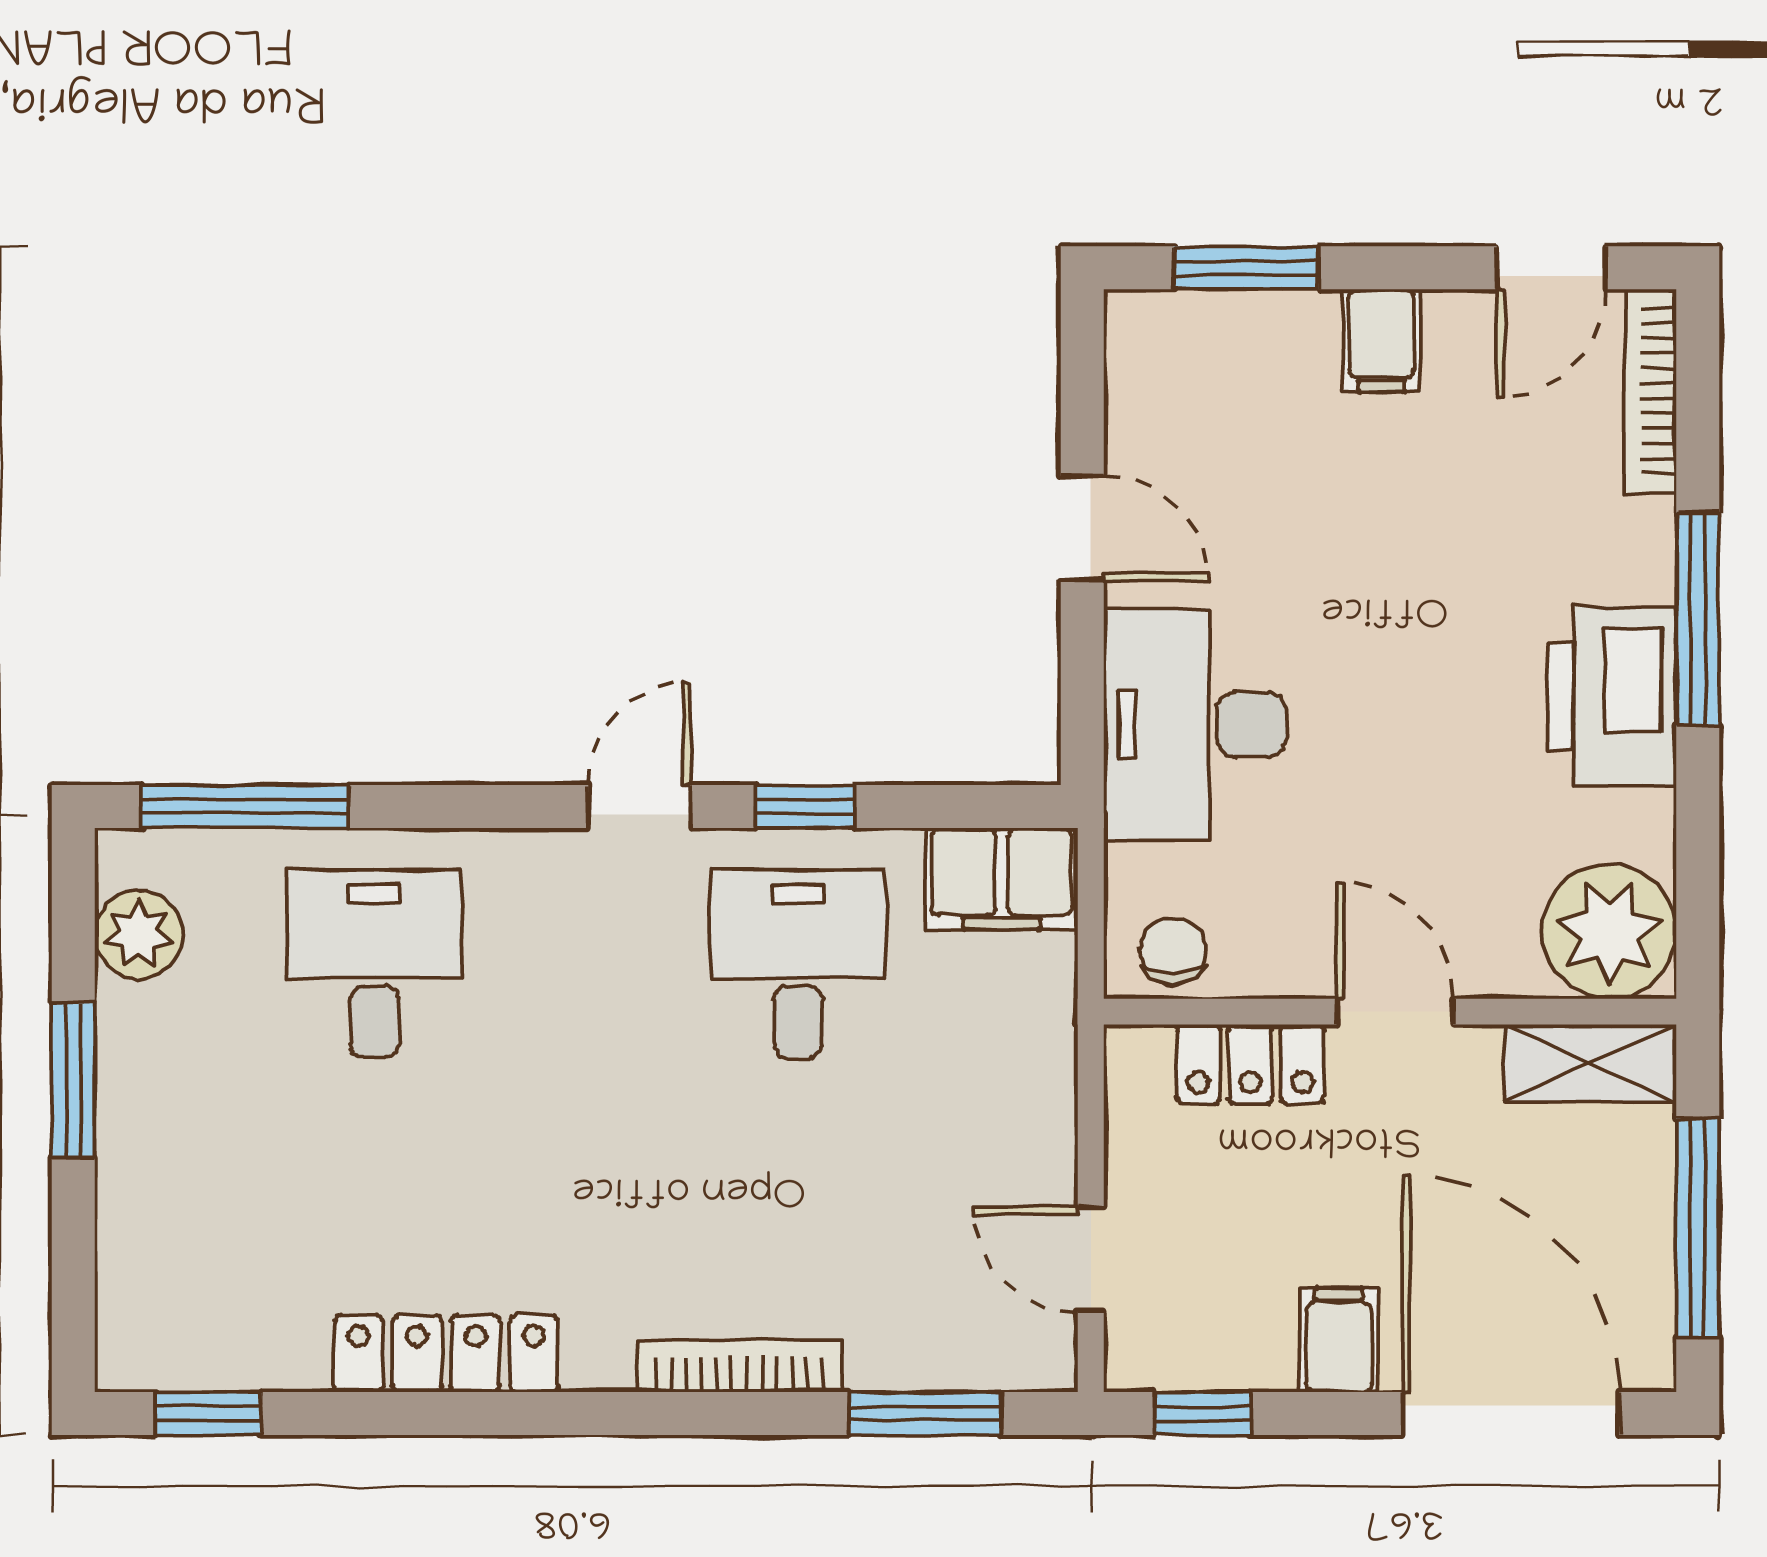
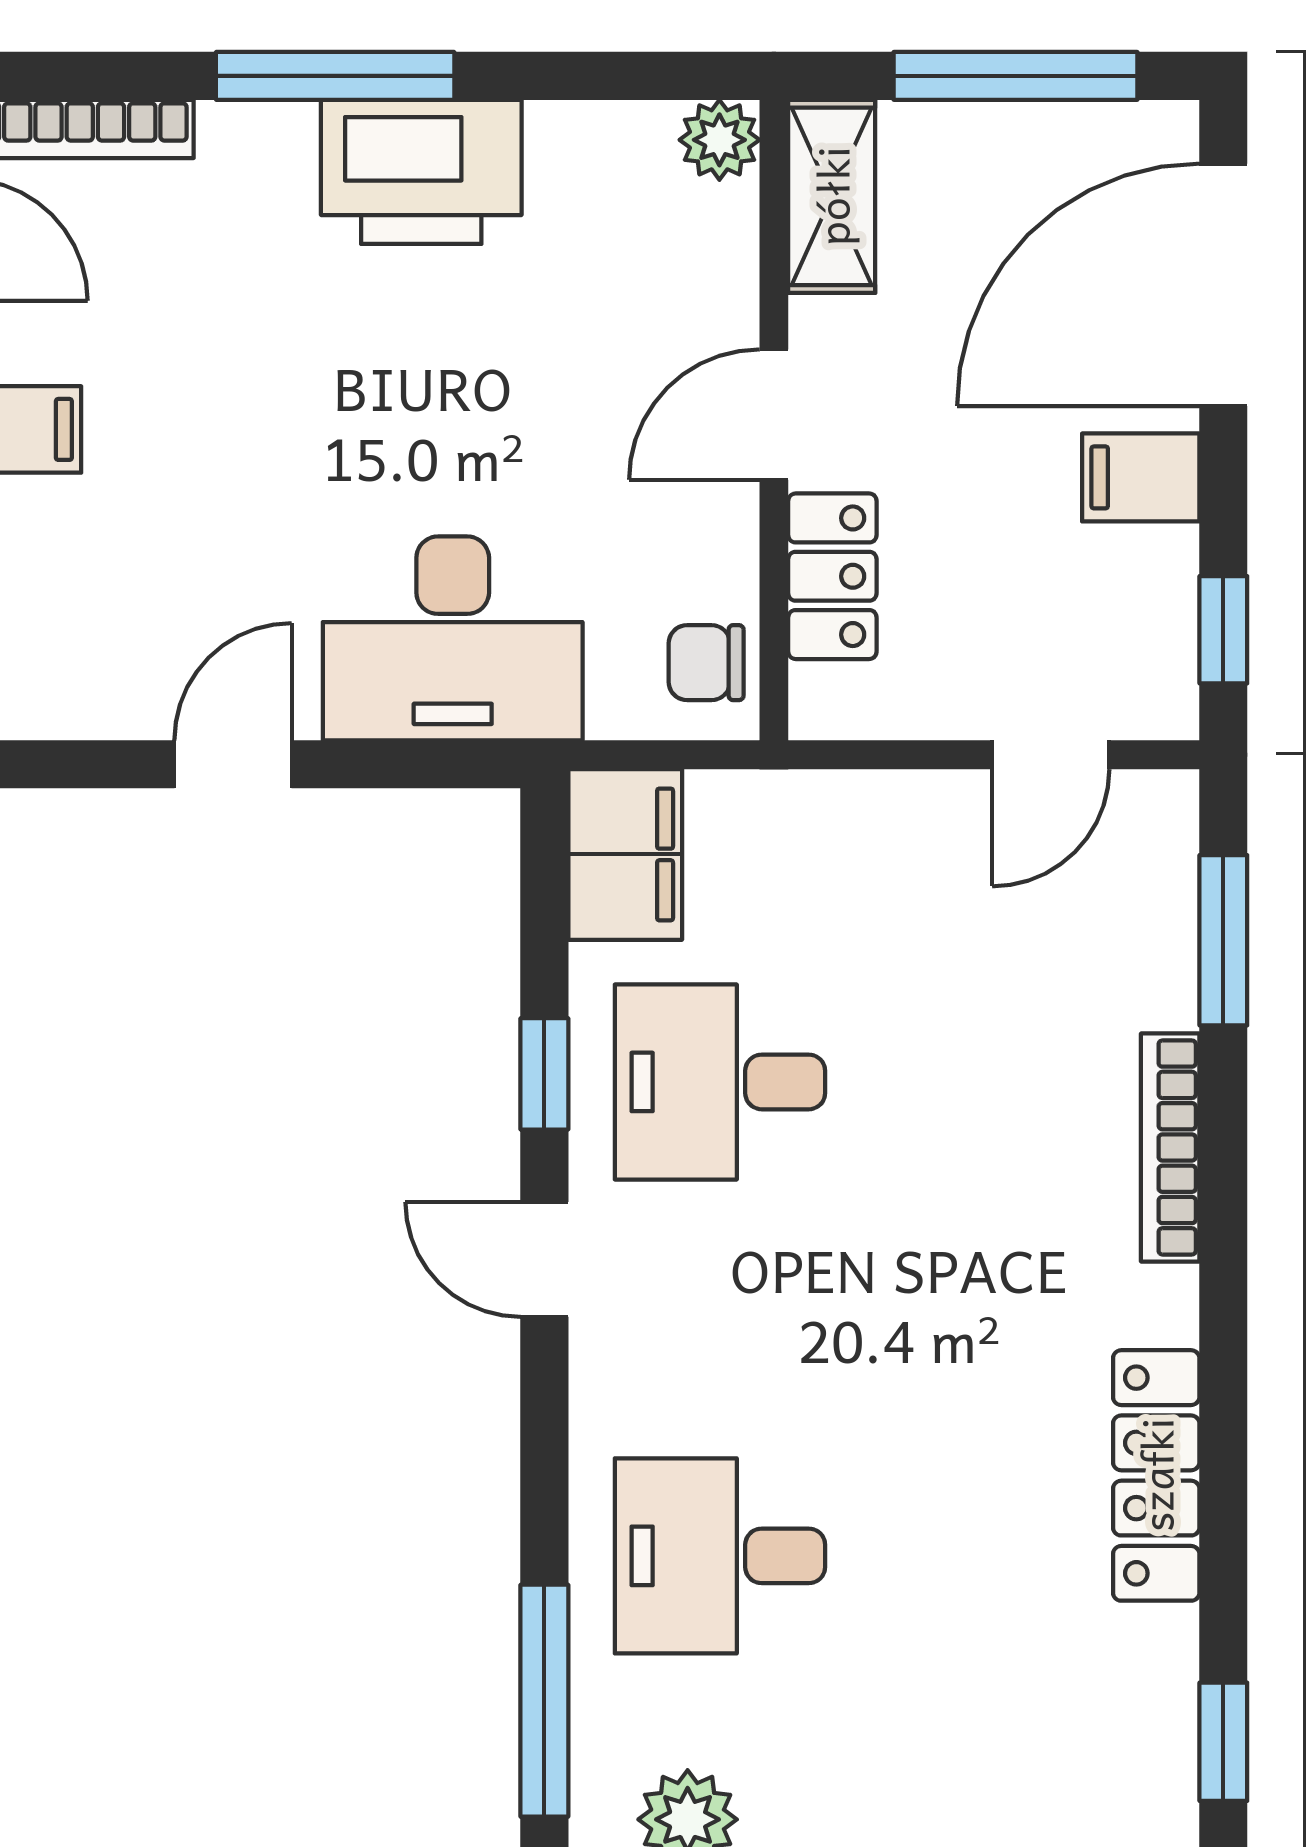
plant: (1609, 932) -> (719, 140), width x0.53, depth x0.53

